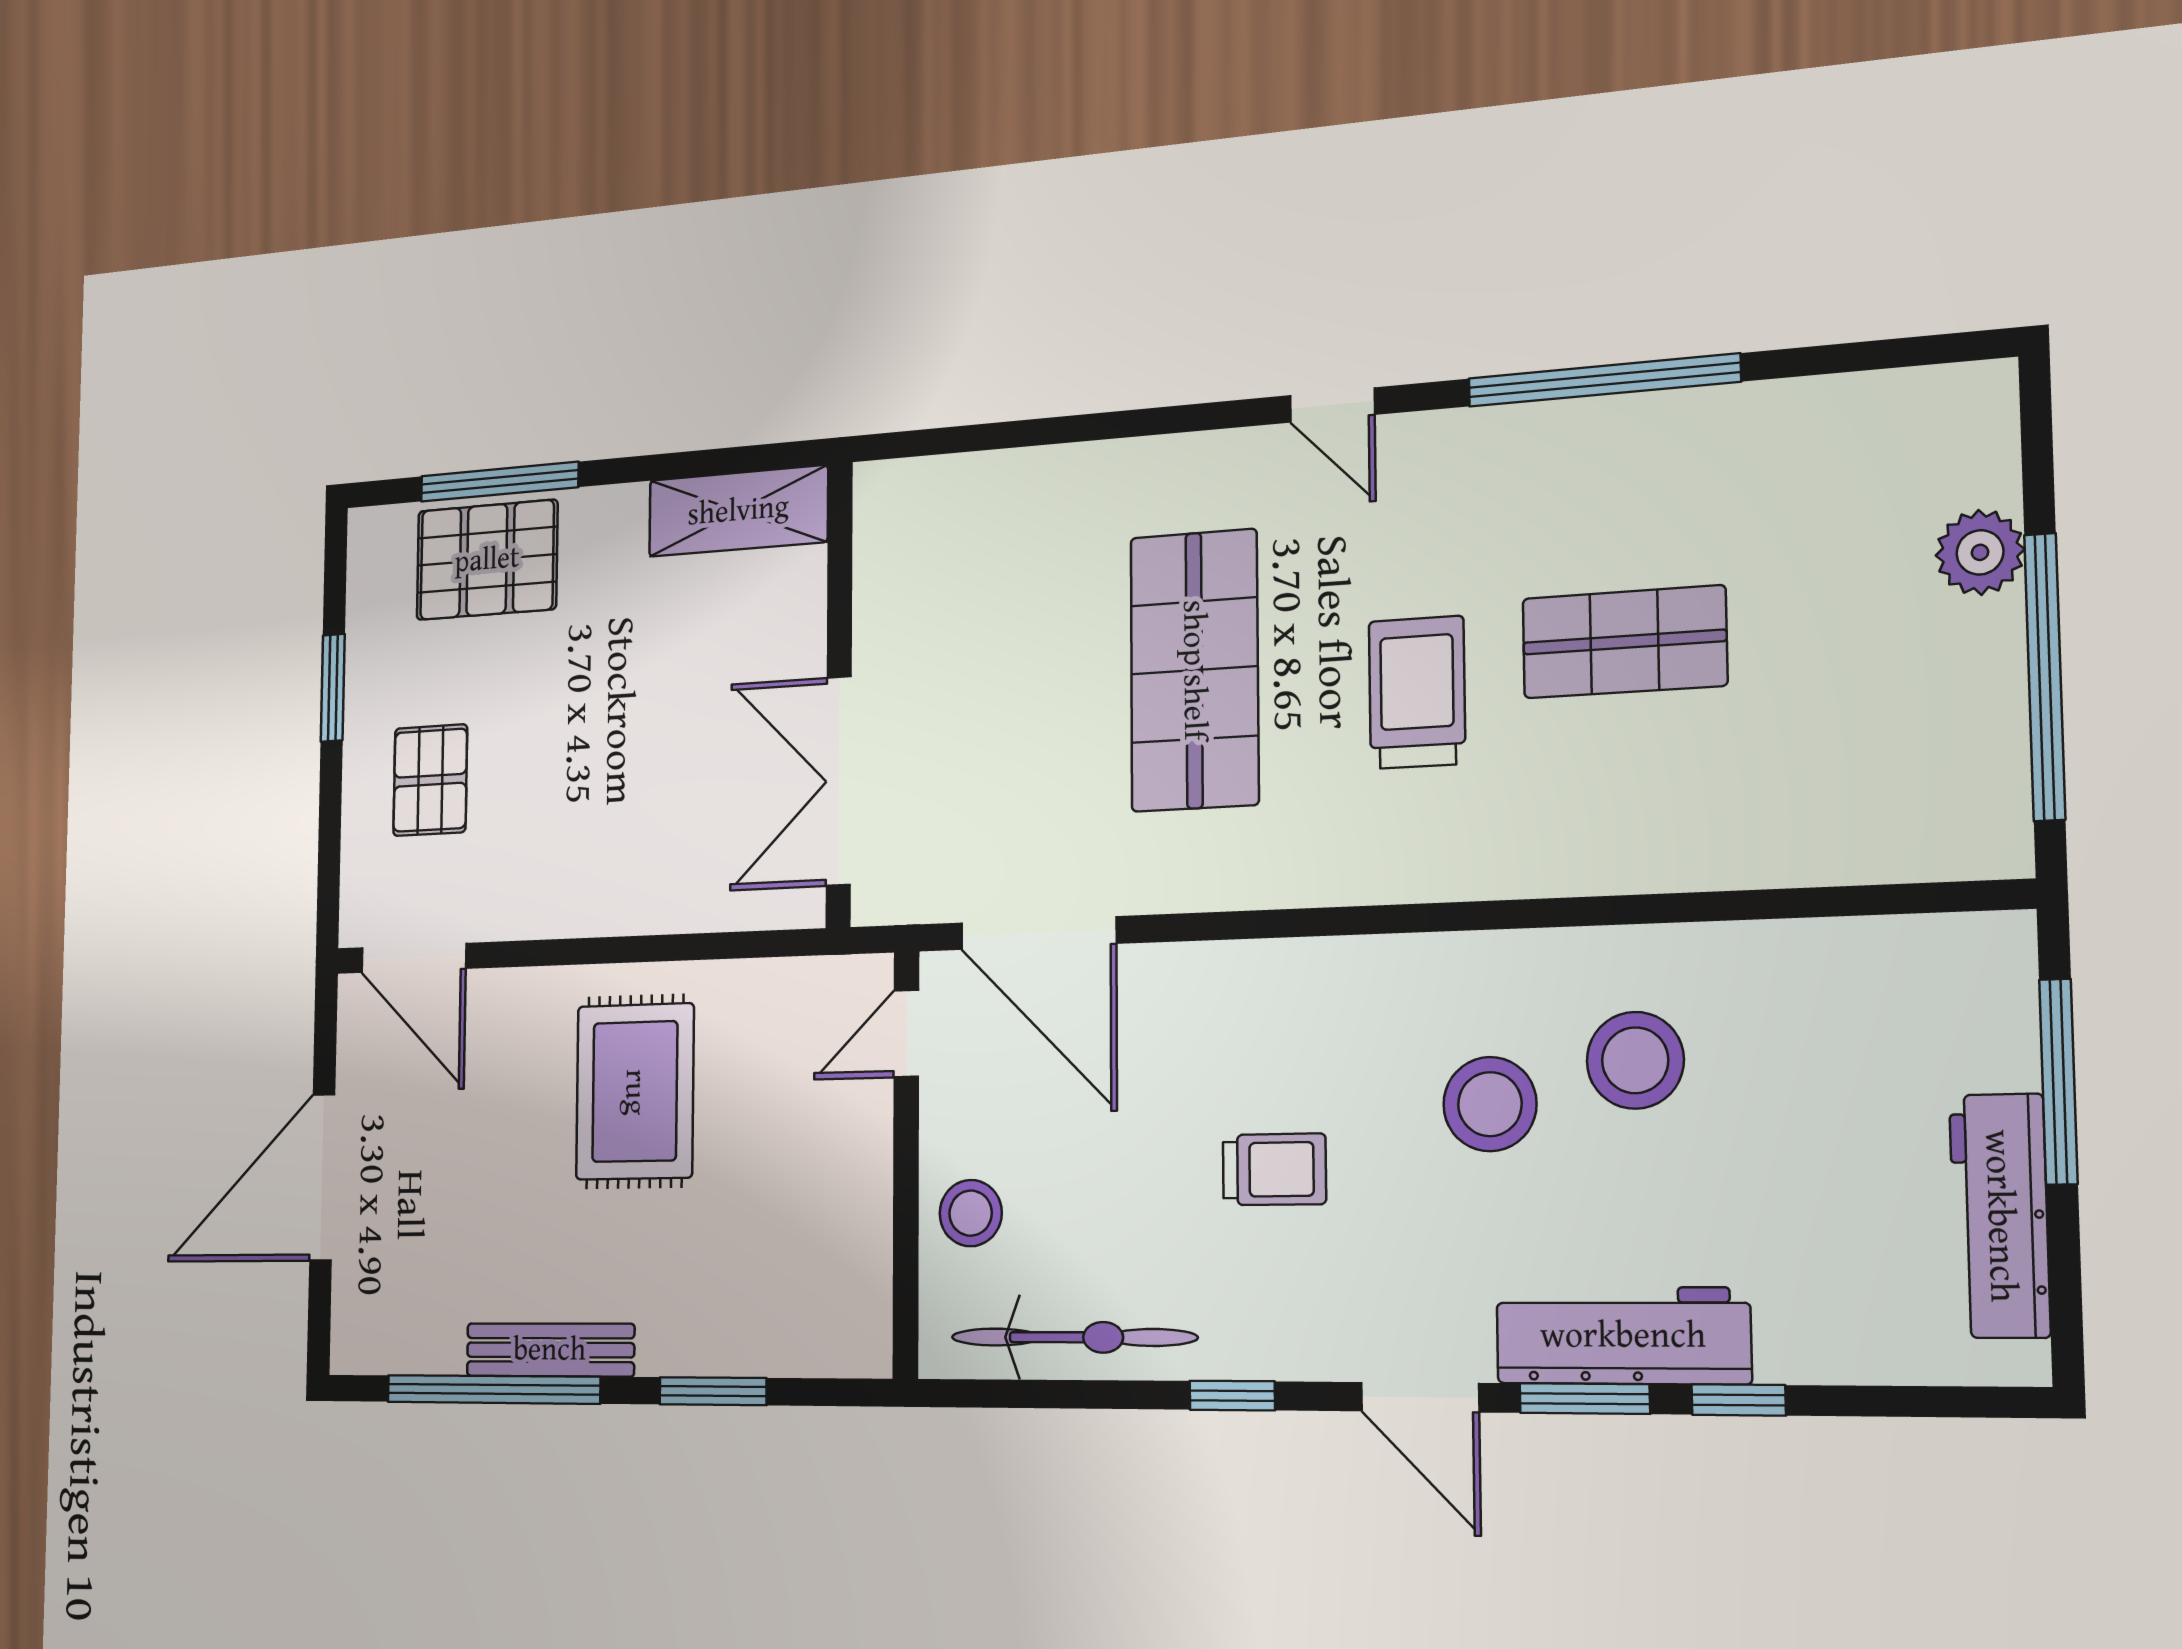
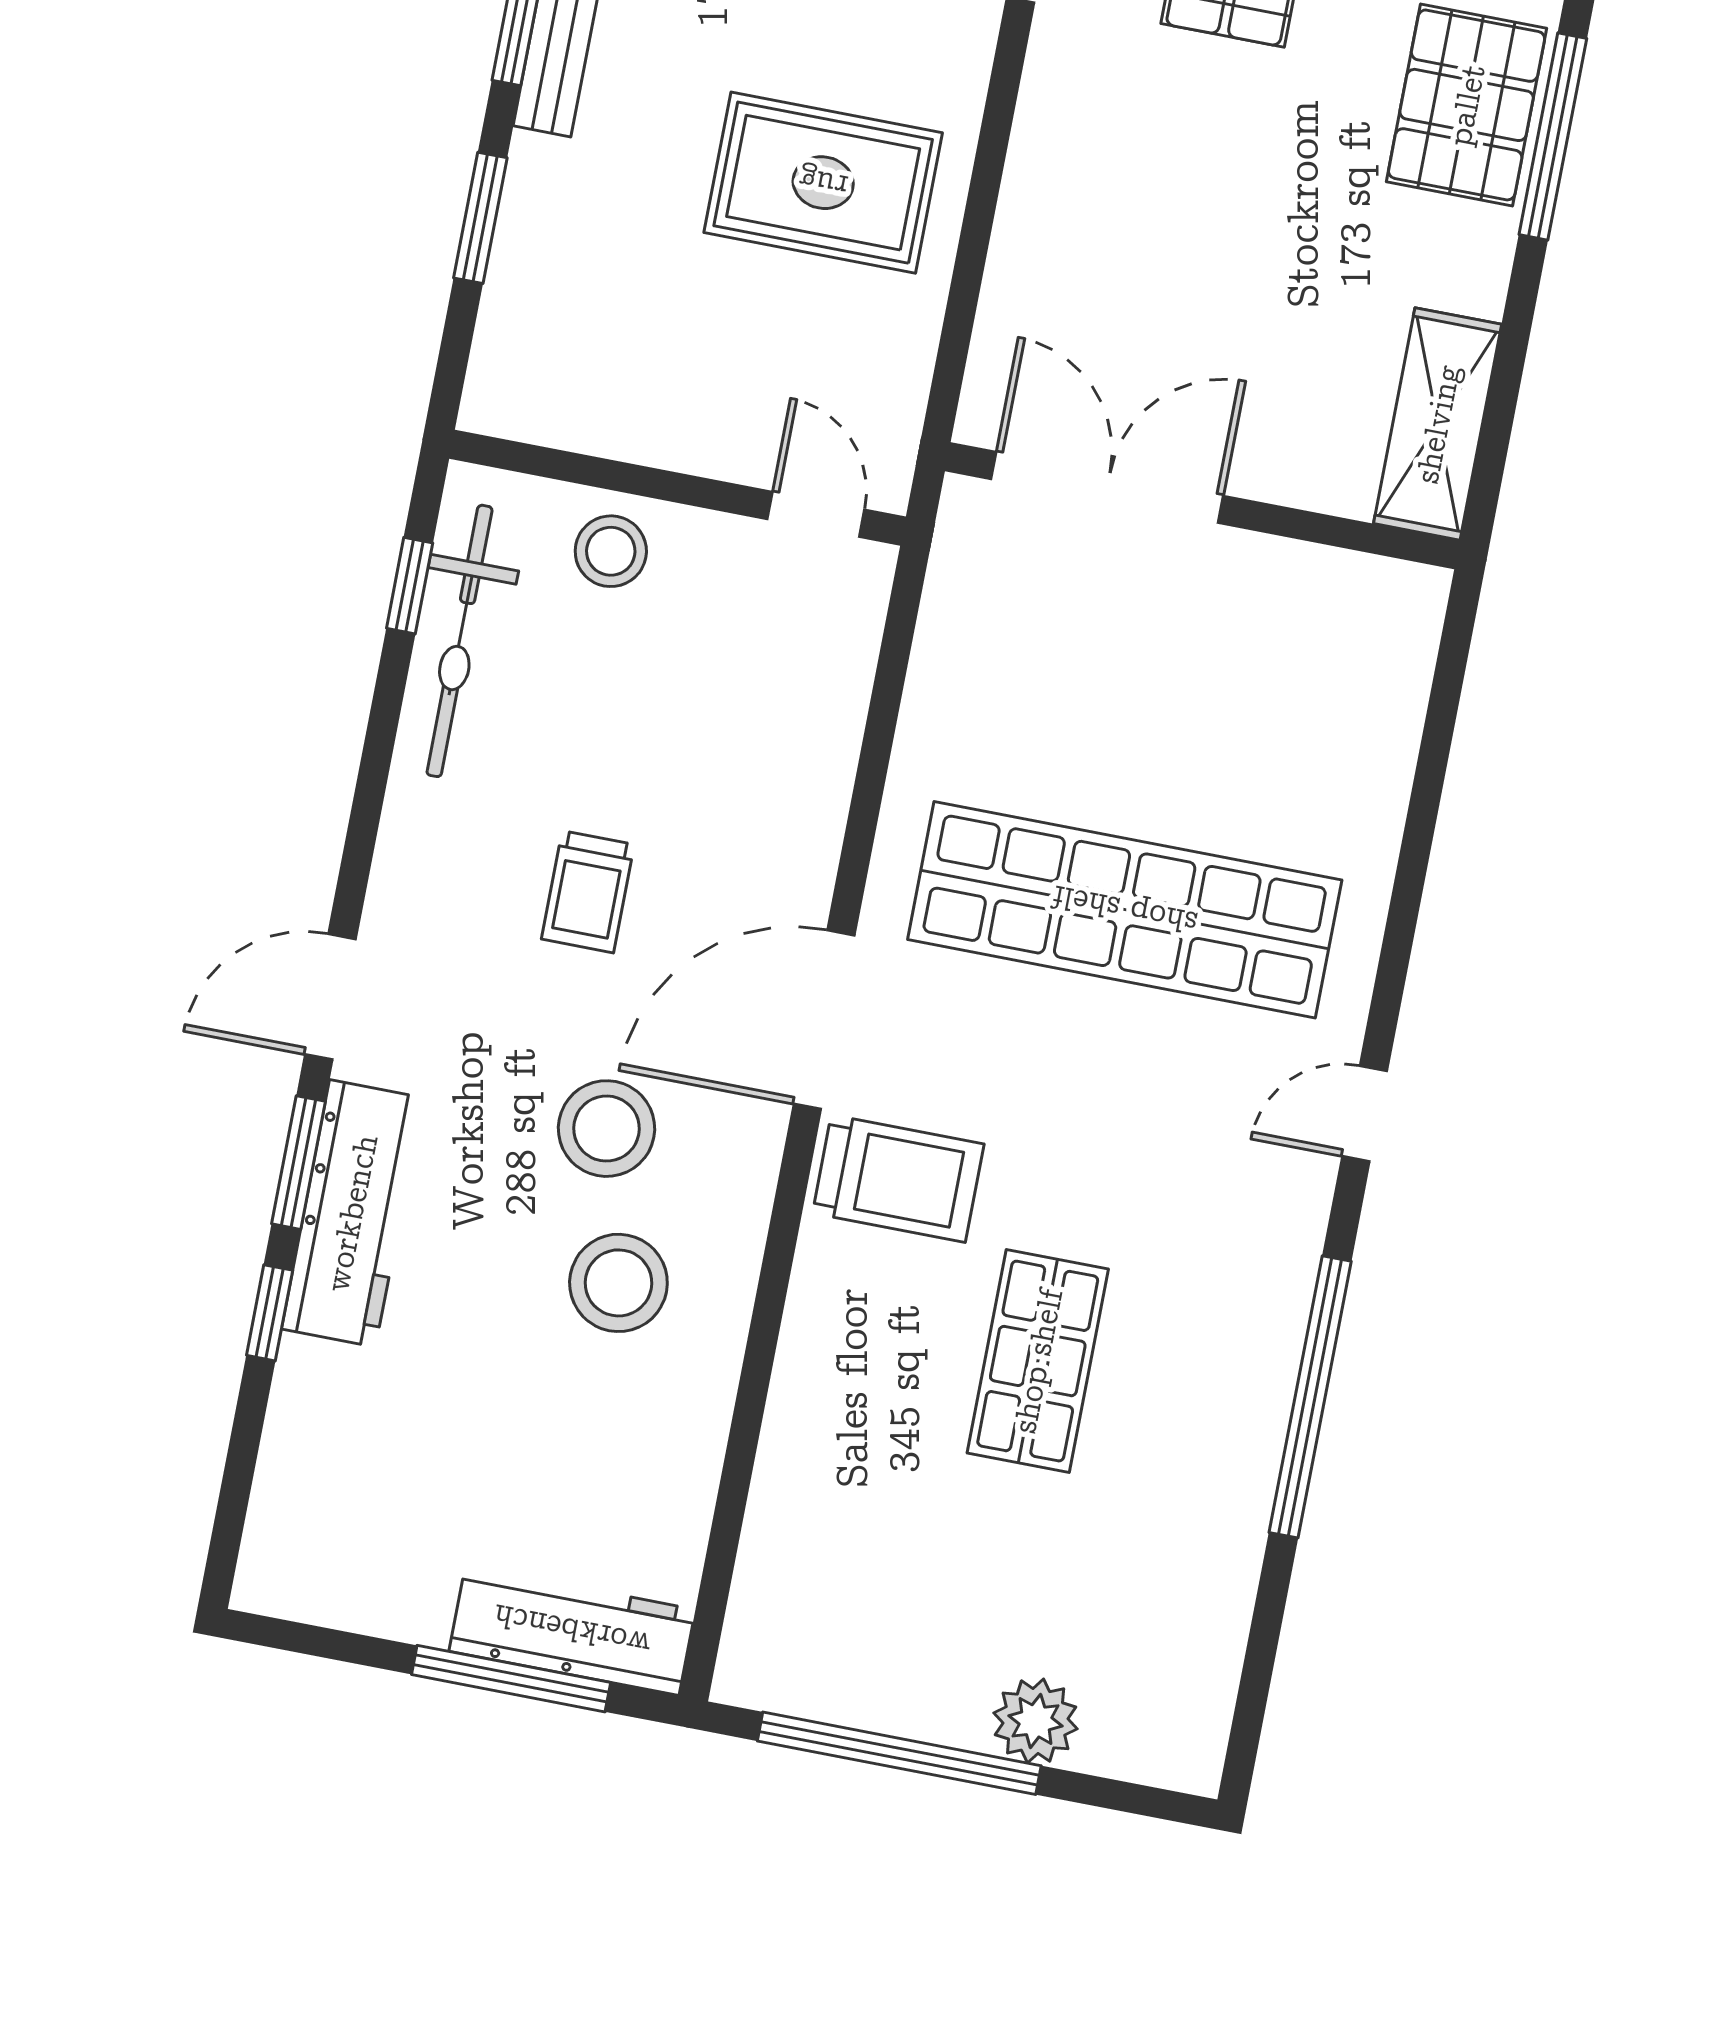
shop shelf: (1194, 670) -> (1125, 910), width x1.40
trolley: (1417, 692) -> (898, 1179), moved
door: (1038, 933) -> (824, 1020), moved
workbench: (2000, 1216) -> (572, 1630), moved
window: (1232, 1396) -> (410, 586), moved

